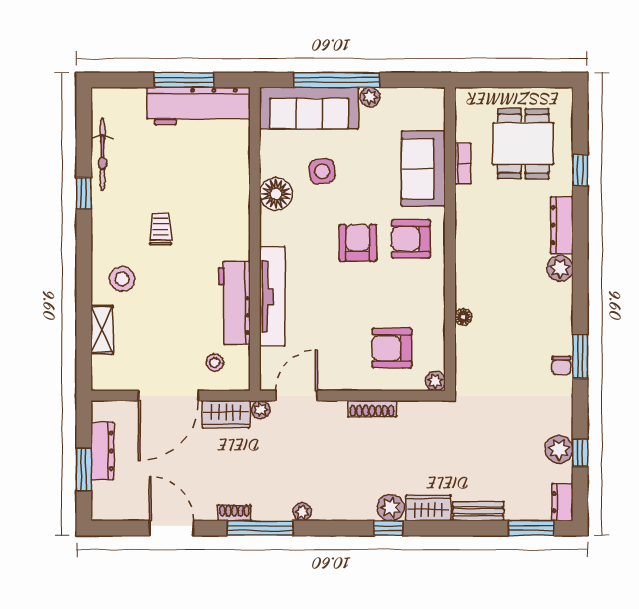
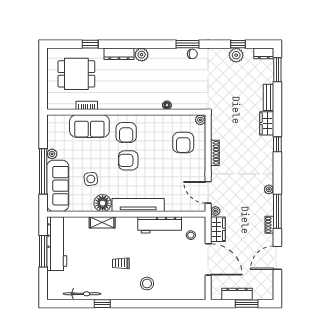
tv unit: (272, 296) -> (138, 205), moved
shelving: (102, 330) -> (102, 222), moved
plant: (391, 508) -> (267, 143), removed

